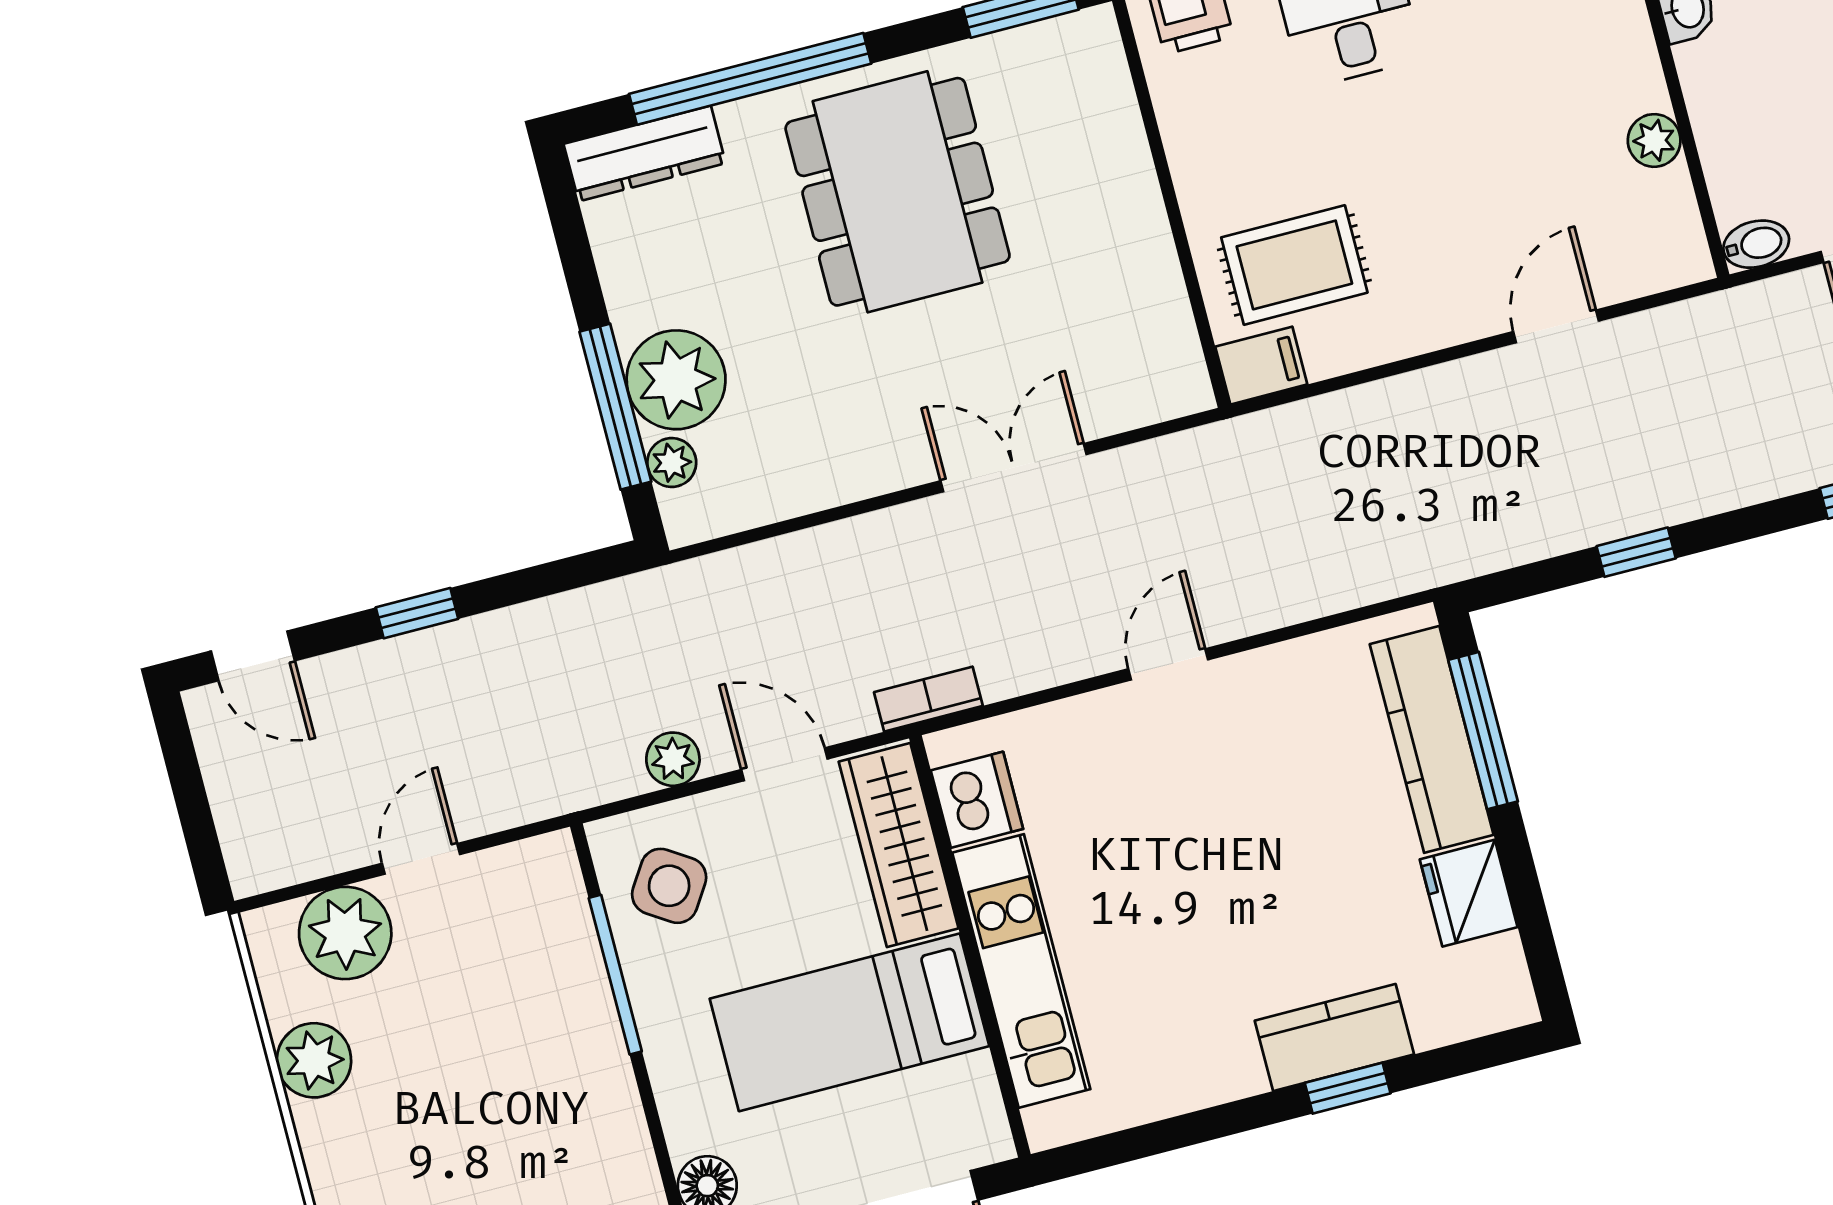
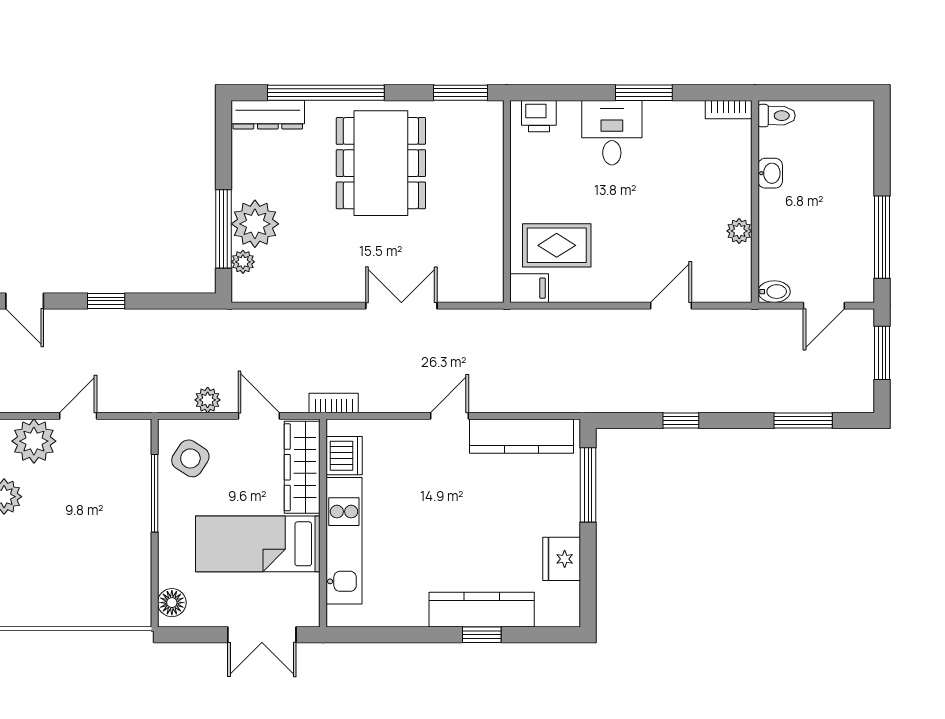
kitchen counter: (1432, 739) -> (522, 436), moved, turned -90
kitchen counter: (1334, 1037) -> (482, 610), width x1.50

